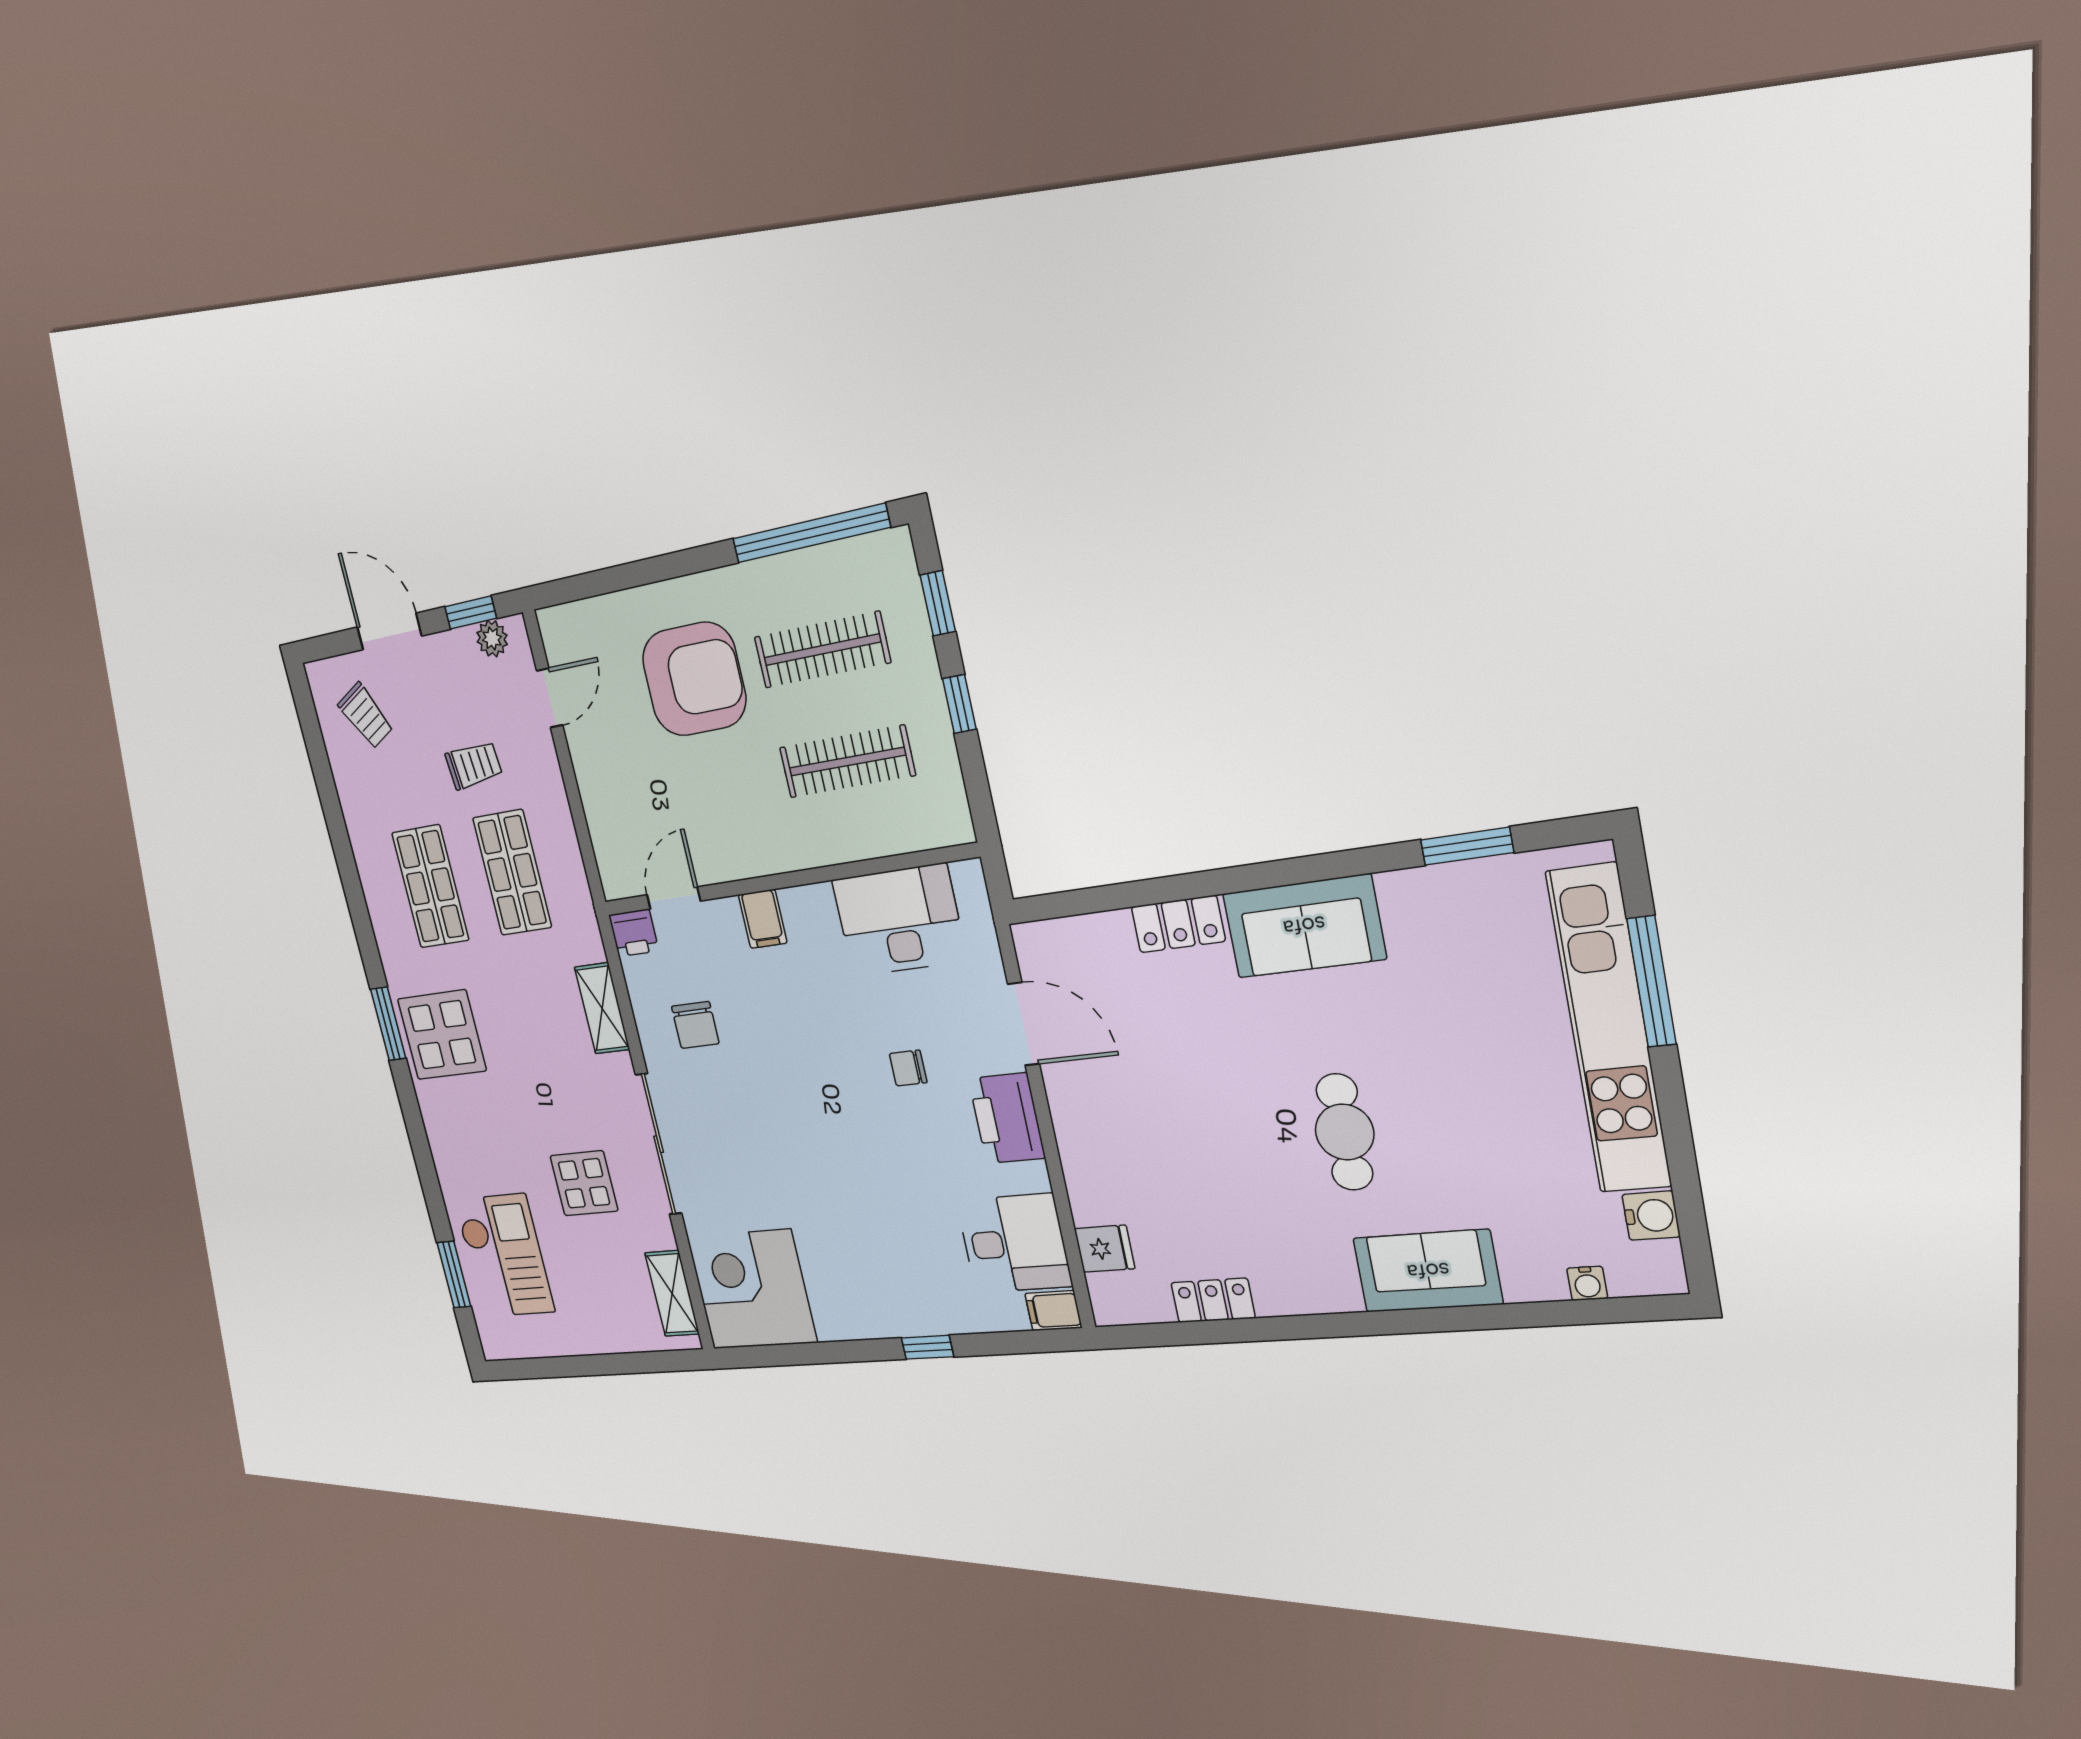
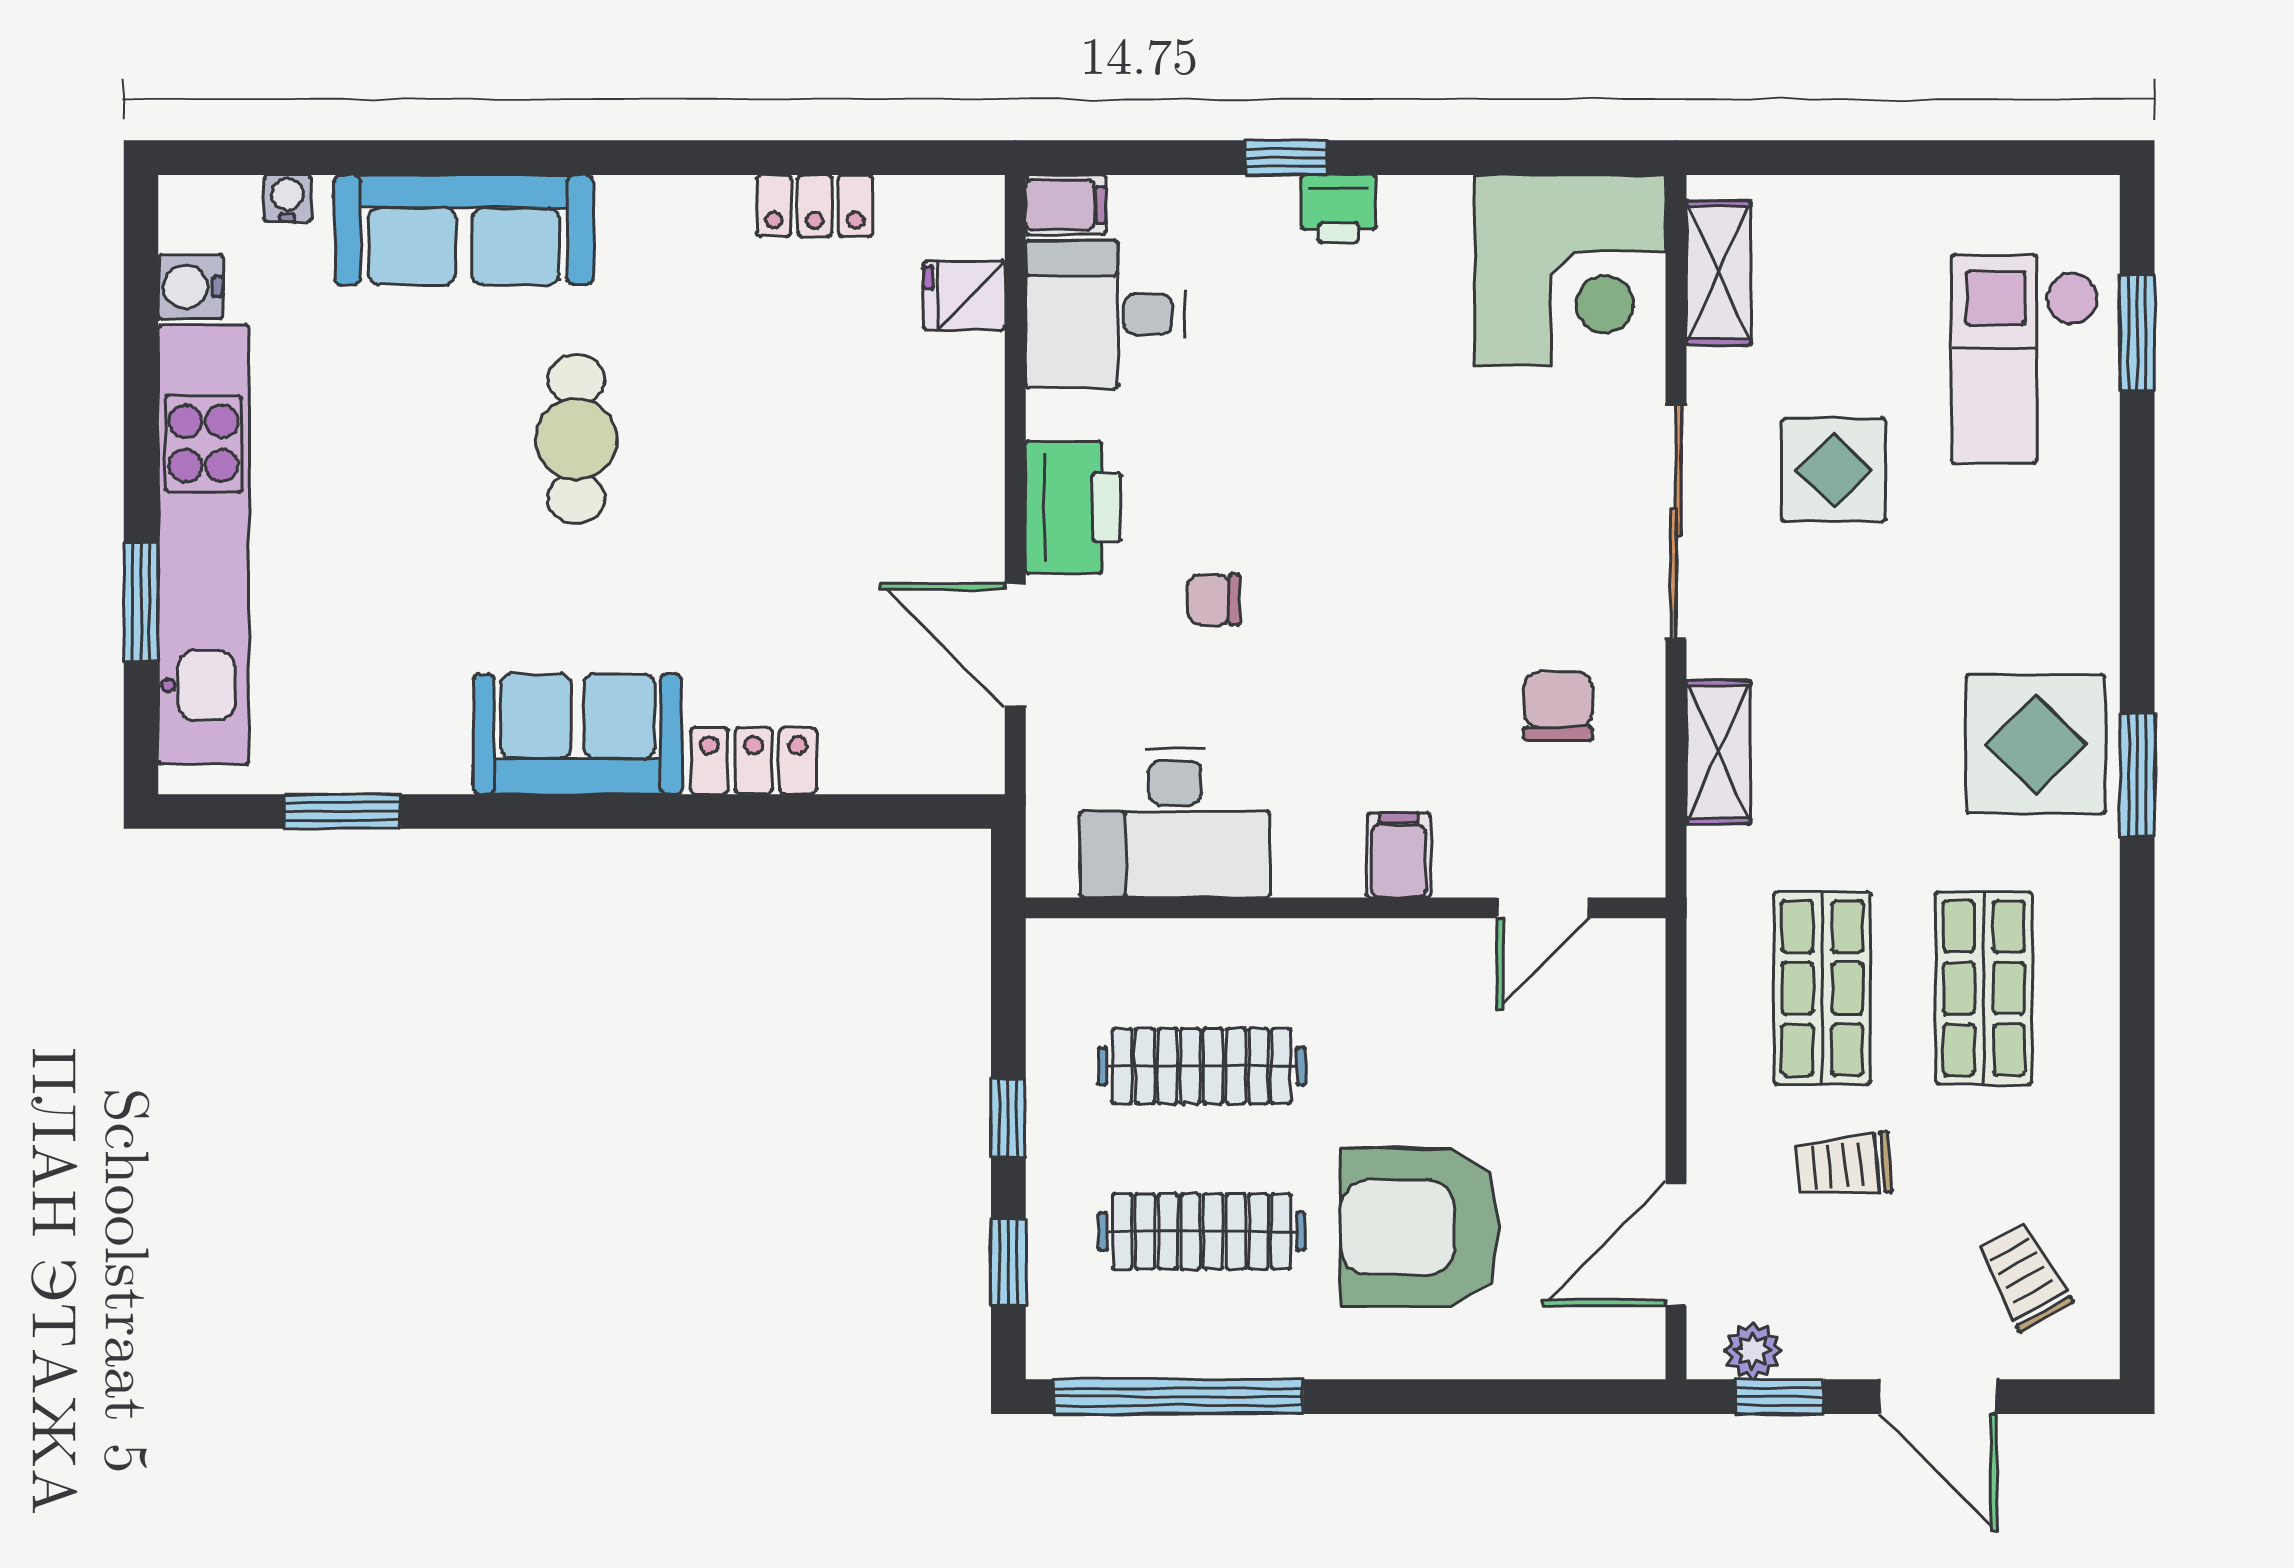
door: (550, 698) -> (1676, 1244), width x1.38
printer: (634, 933) -> (1339, 209), moved, turned 180
window: (1651, 981) -> (141, 602), width x0.69
chair: (908, 1068) -> (1214, 600), turned 180
sofa: (1428, 1271) -> (464, 230), width x1.36

